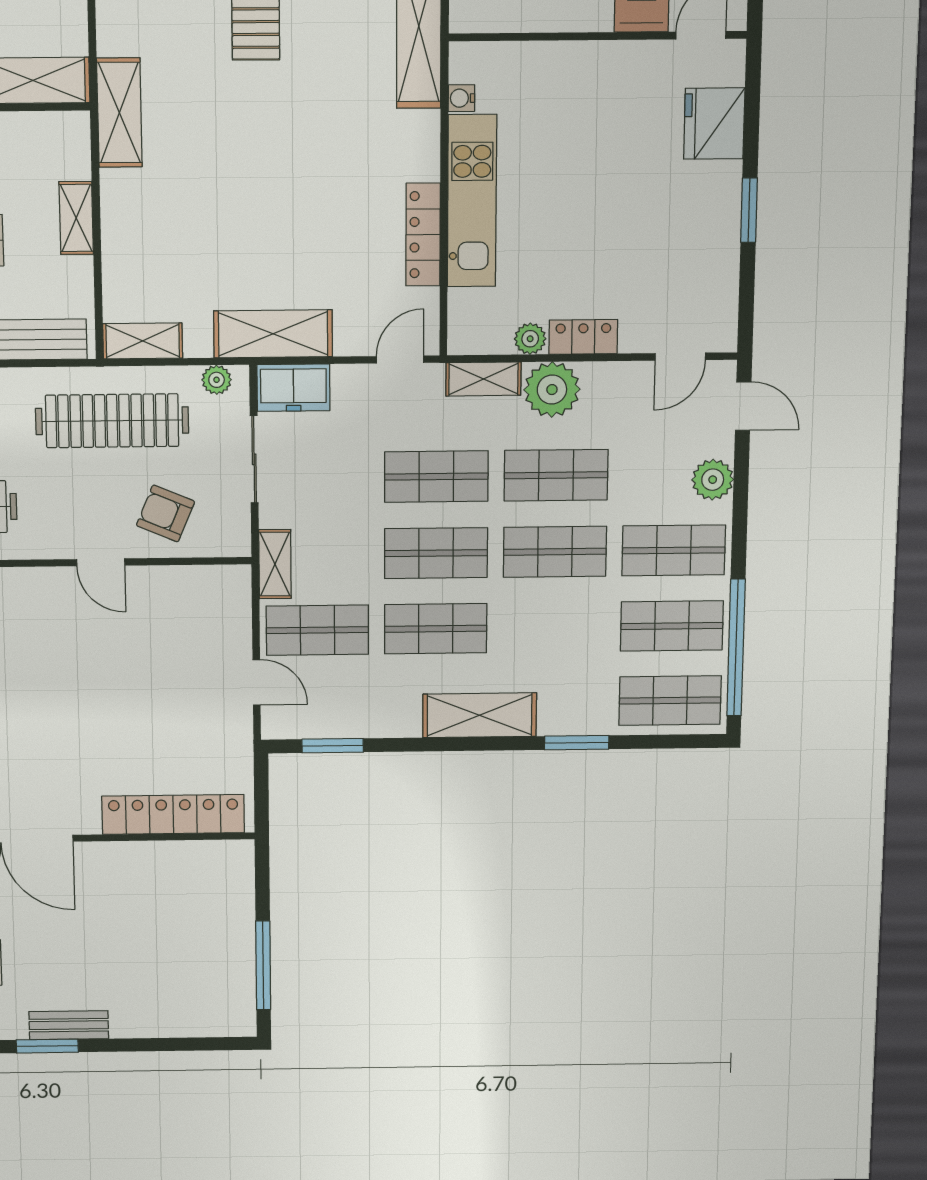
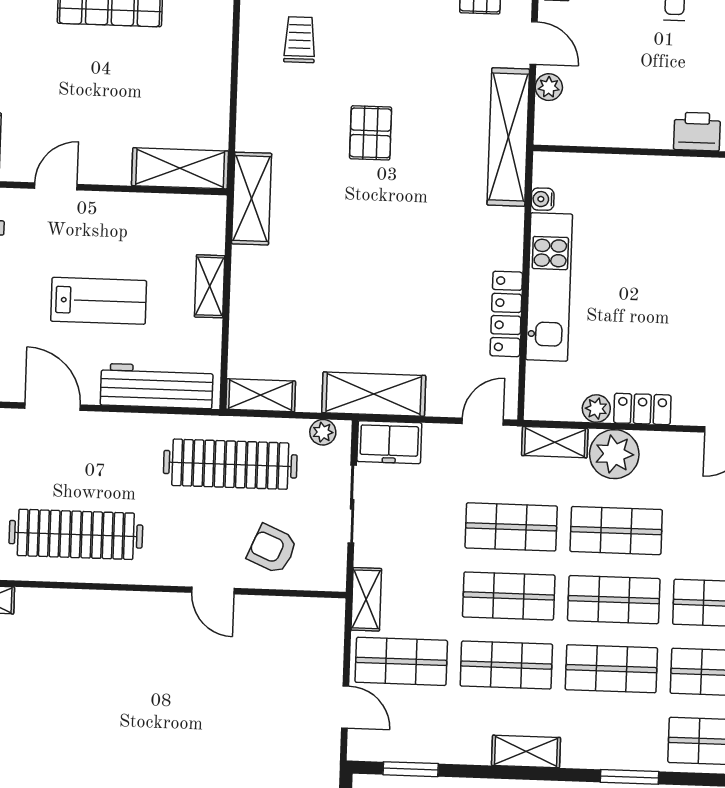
shop shelf: (554, 627) -> (611, 669), added
shelving: (480, 715) -> (526, 751), width x0.67, depth x0.75

